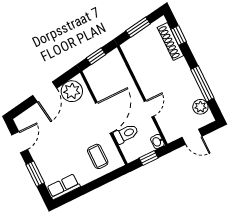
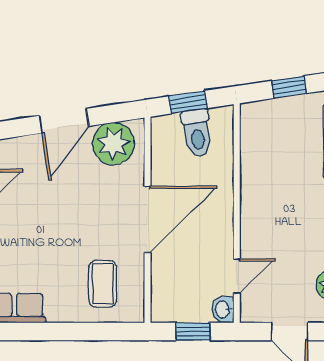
window: (138, 27) -> (289, 87), width x0.67
door: (149, 109) -> (237, 276), moved
toilet: (126, 134) -> (197, 133), moved, turned 81

